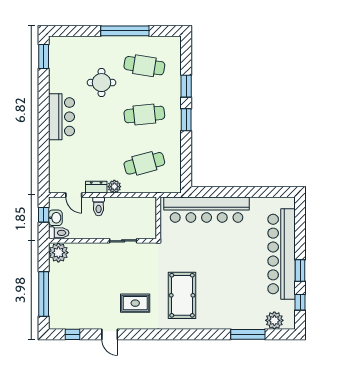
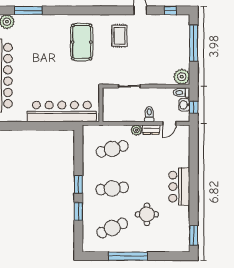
cafe table: (144, 66) -> (112, 228), turned -33
door: (74, 195) -> (169, 123), swing flipped
rug: (135, 303) -> (120, 36), turned 90

